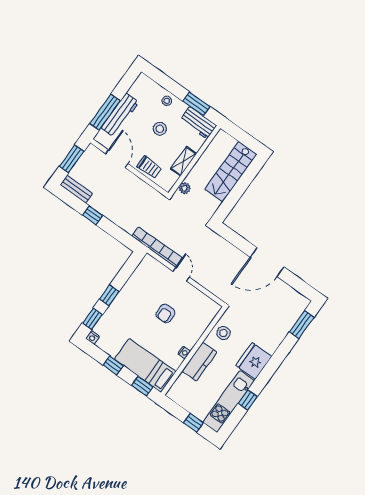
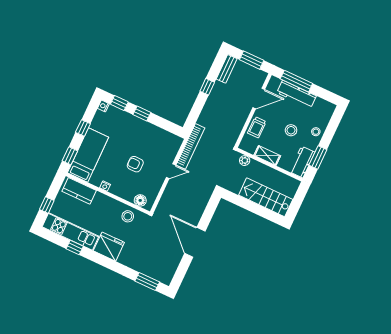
floor lamp: (208, 315) -> (140, 200), added
kitchen counter: (199, 362) -> (79, 191), moved

